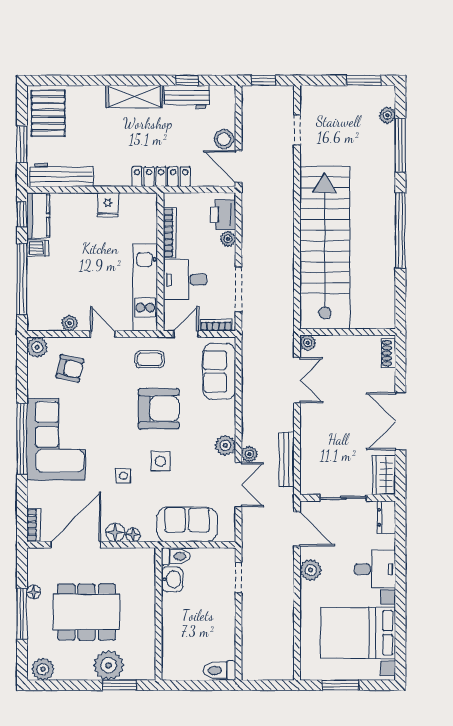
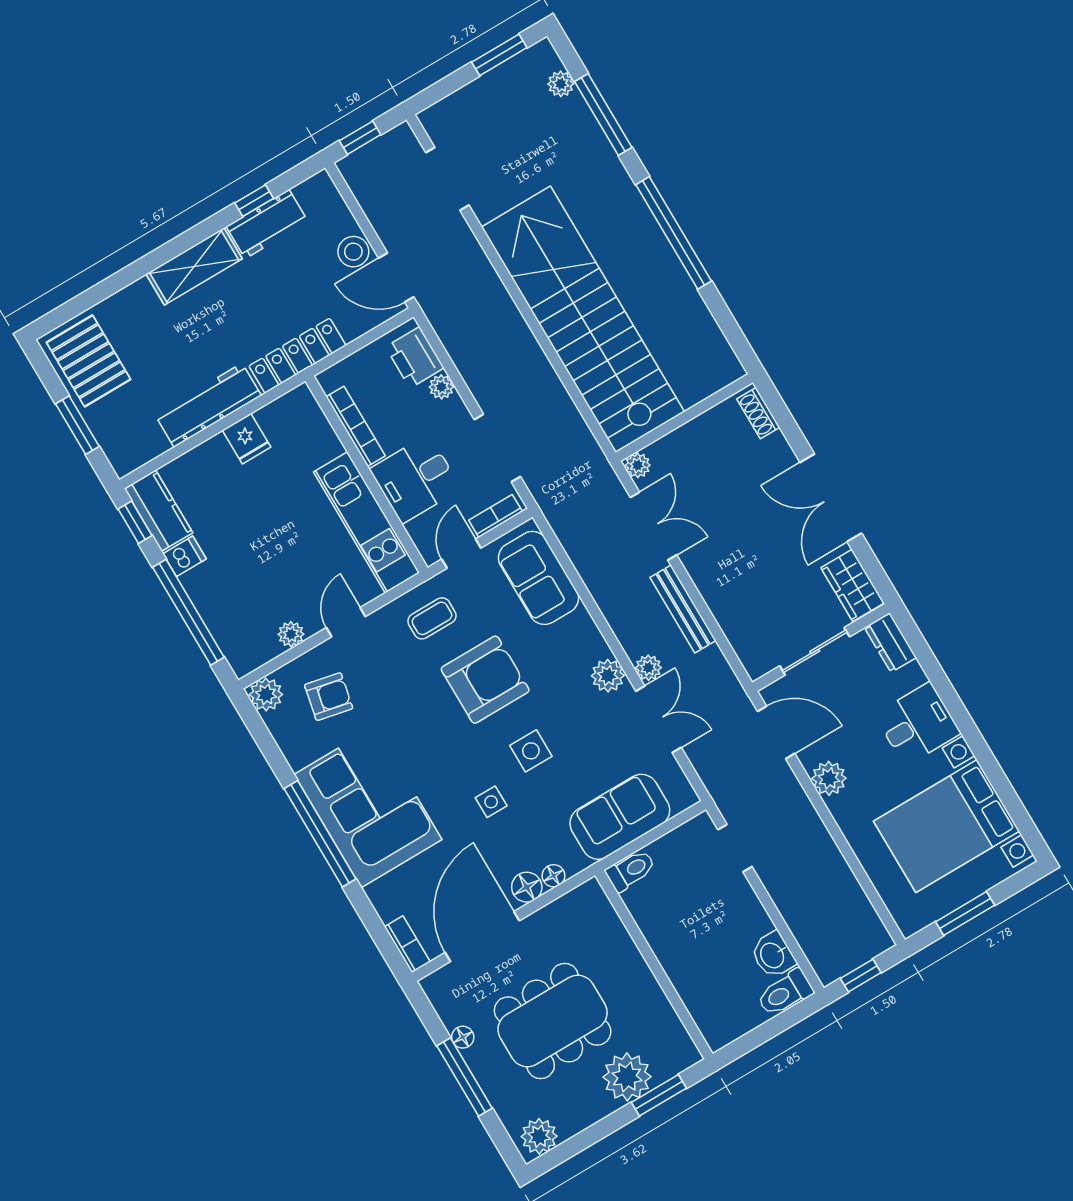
doorway: (297, 130) -> (447, 179), width x1.38
workbench: (61, 175) -> (208, 405), moved
door: (103, 334) -> (346, 622), hinge flipped
bench: (286, 459) -> (683, 609), moved
washbasin: (172, 579) -> (773, 955), moved, turned 180
window: (265, 685) -> (861, 975), added

